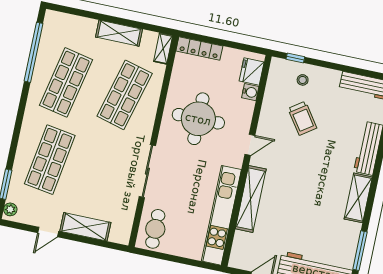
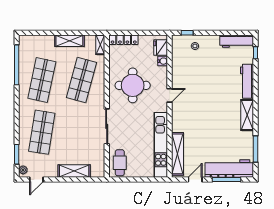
trolley: (302, 118) -> (200, 71), removed
shelving: (251, 199) -> (178, 154), moved
door: (48, 232) -> (36, 179), moved

